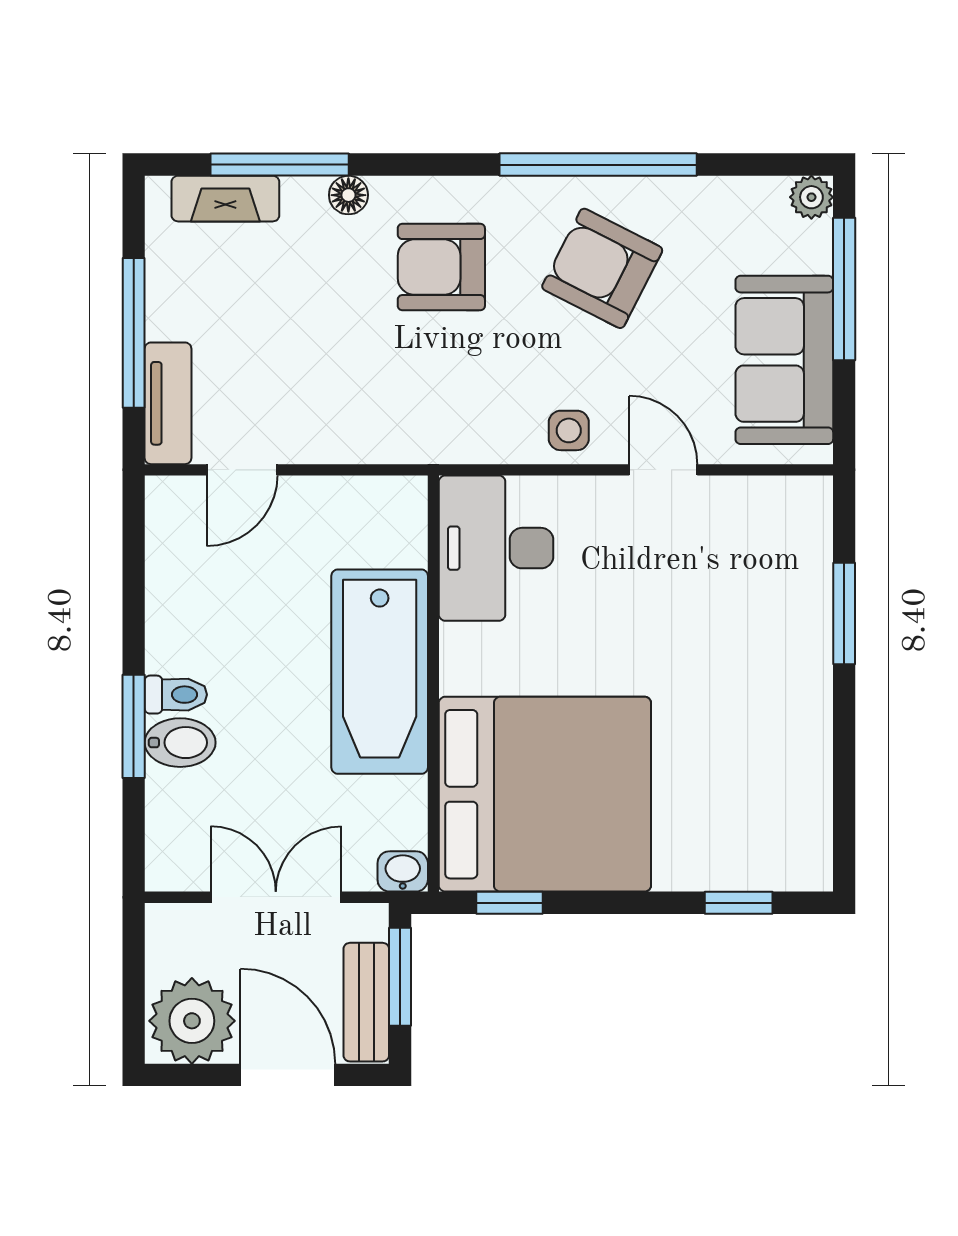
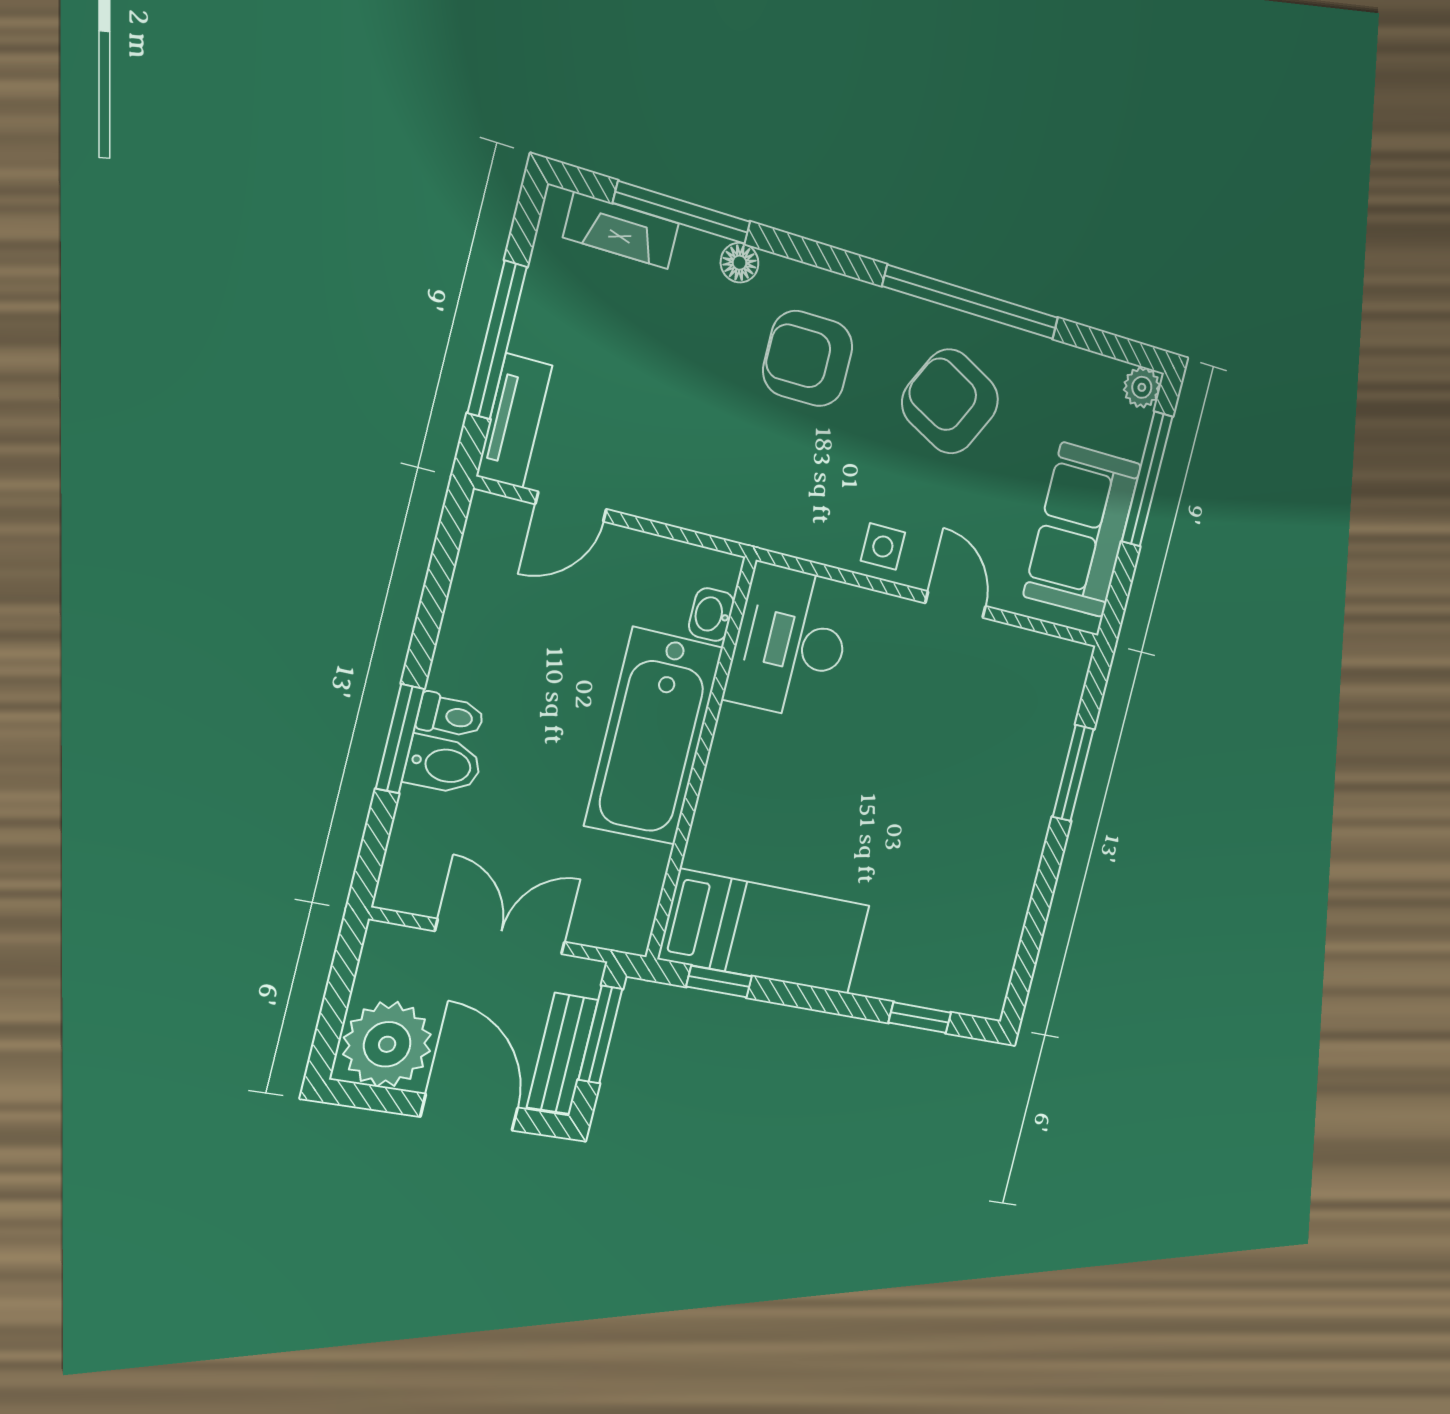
bed: (545, 794) -> (765, 932), width x0.49
washbasin: (403, 871) -> (711, 615), moved, turned -90

